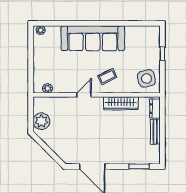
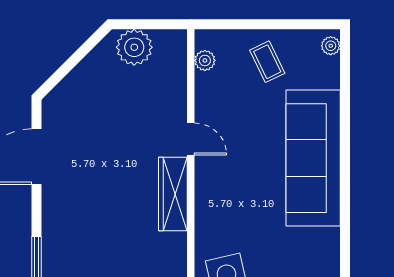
coffee table: (107, 77) -> (267, 62), moved
wardrobe: (121, 103) -> (173, 194), moved

